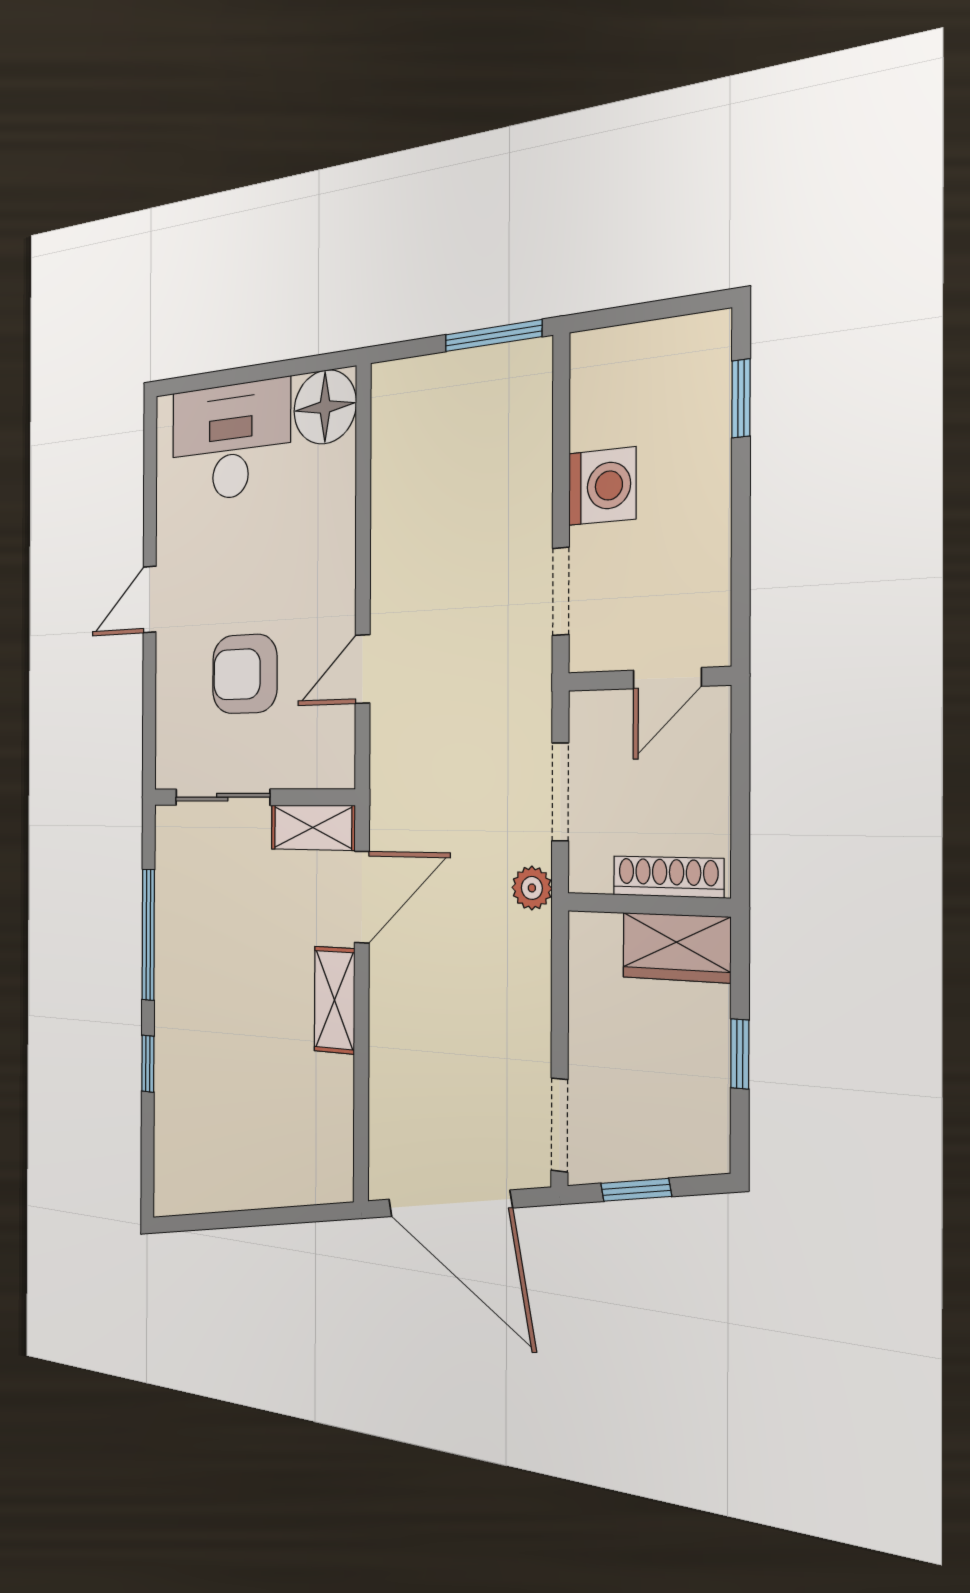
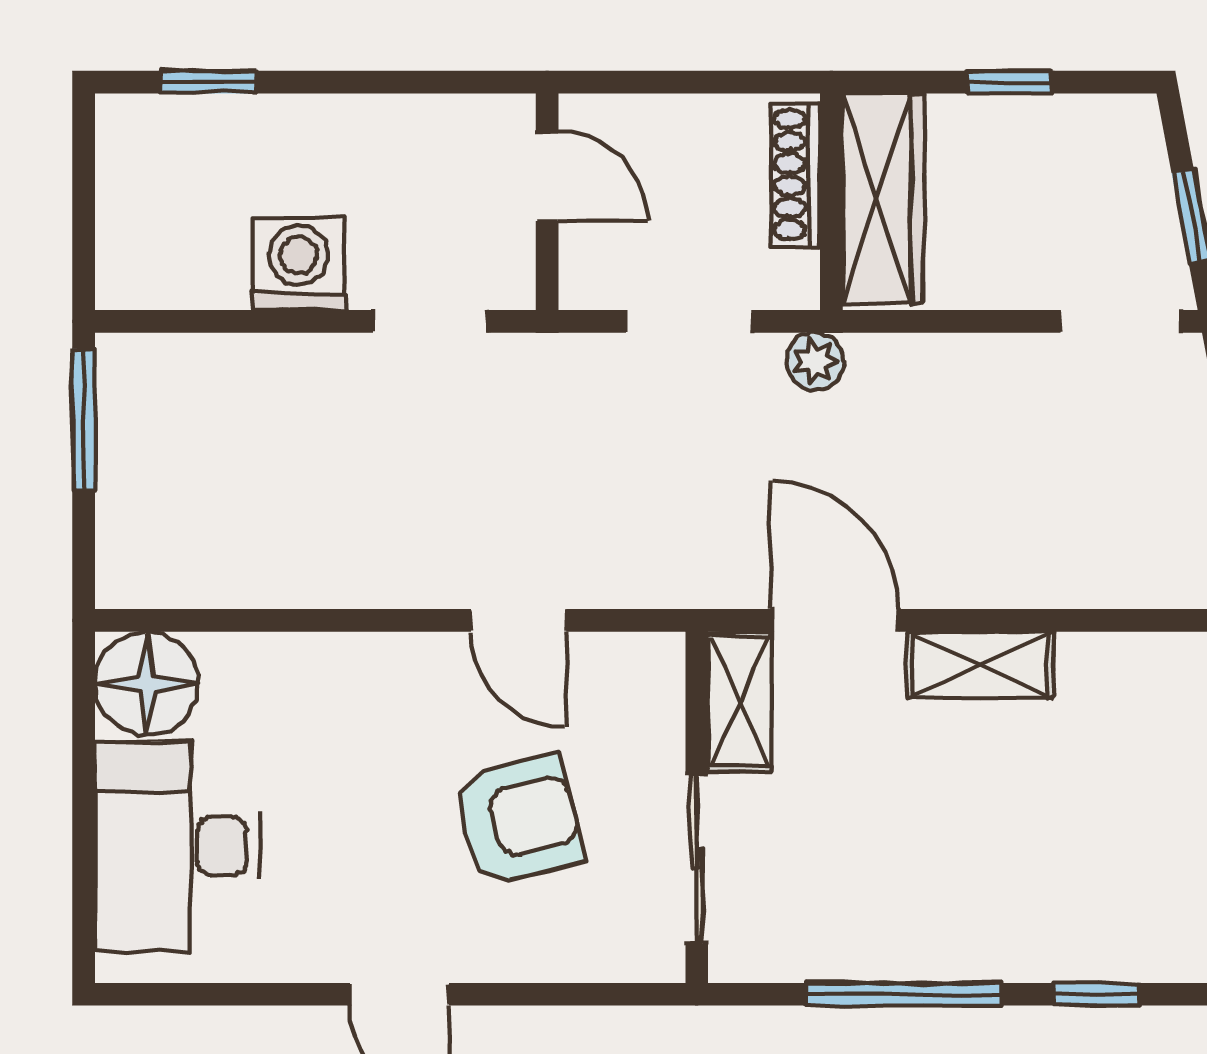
armchair: (245, 674) -> (518, 820), turned -104
wardrobe: (676, 947) -> (883, 199), width x1.50

